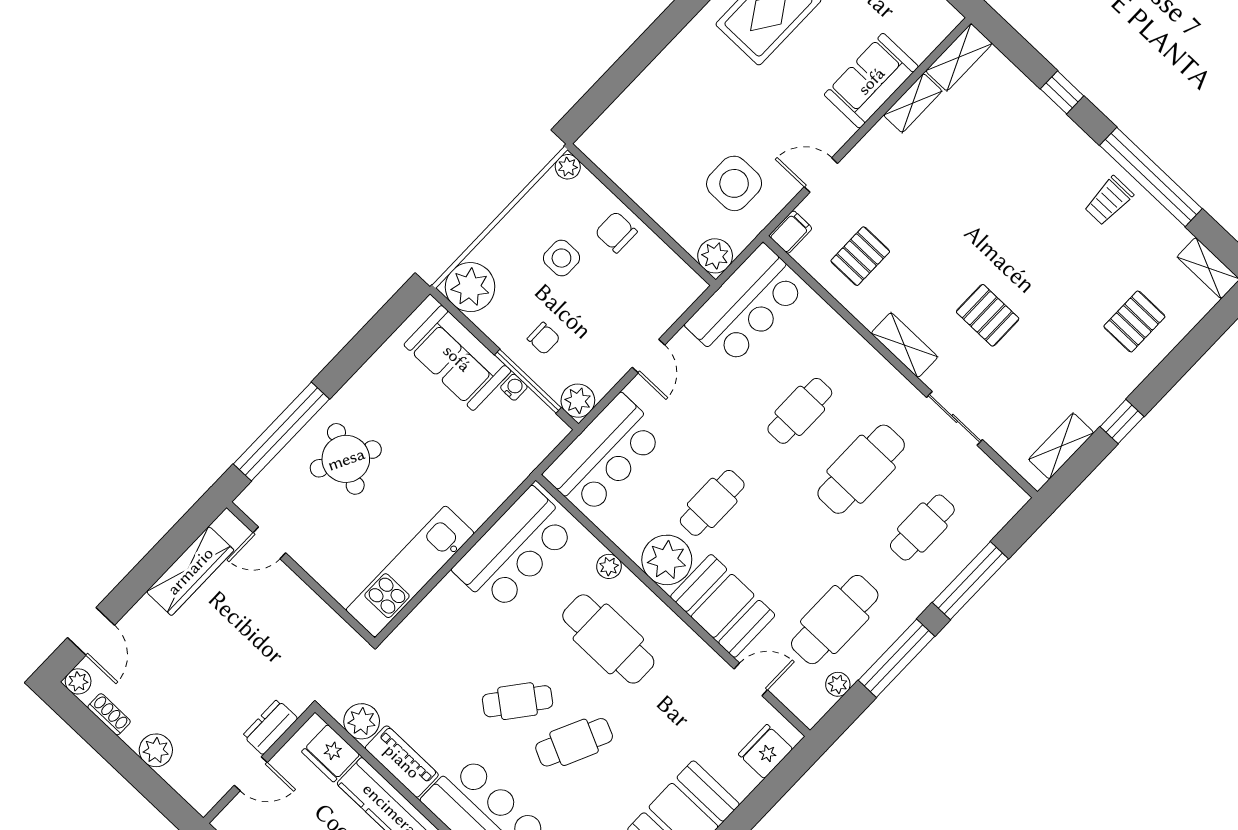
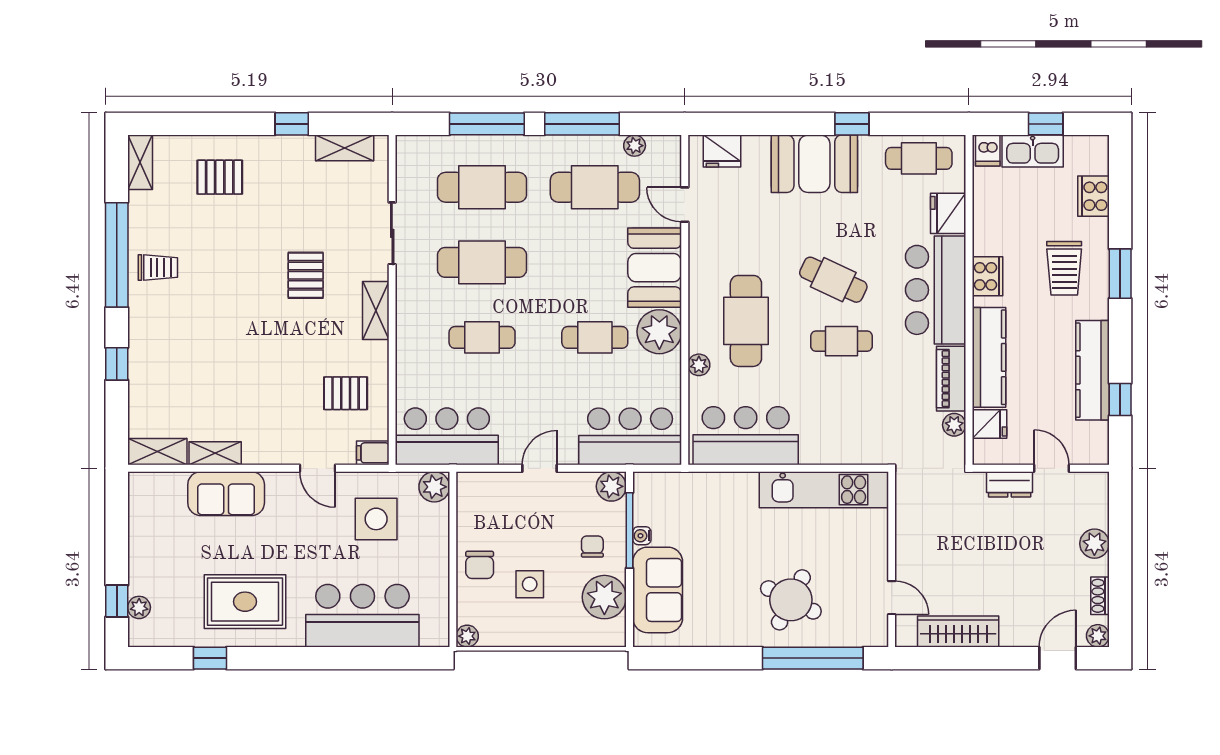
bar counter: (666, 97) -> (362, 616), added
plant: (470, 287) -> (604, 597), moved
cafe table: (922, 528) -> (482, 187), width x1.37, depth x1.35
cafe table: (518, 701) -> (842, 341), turned -38
plant: (362, 721) -> (954, 425), width x0.73, depth x0.73
fridge: (331, 753) -> (989, 424), width x0.72

